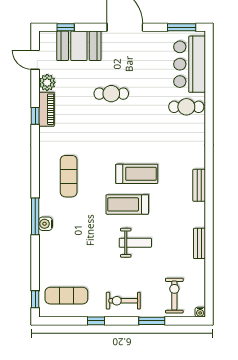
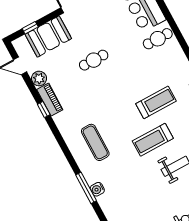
treadmill: (137, 174) -> (156, 102), moved

